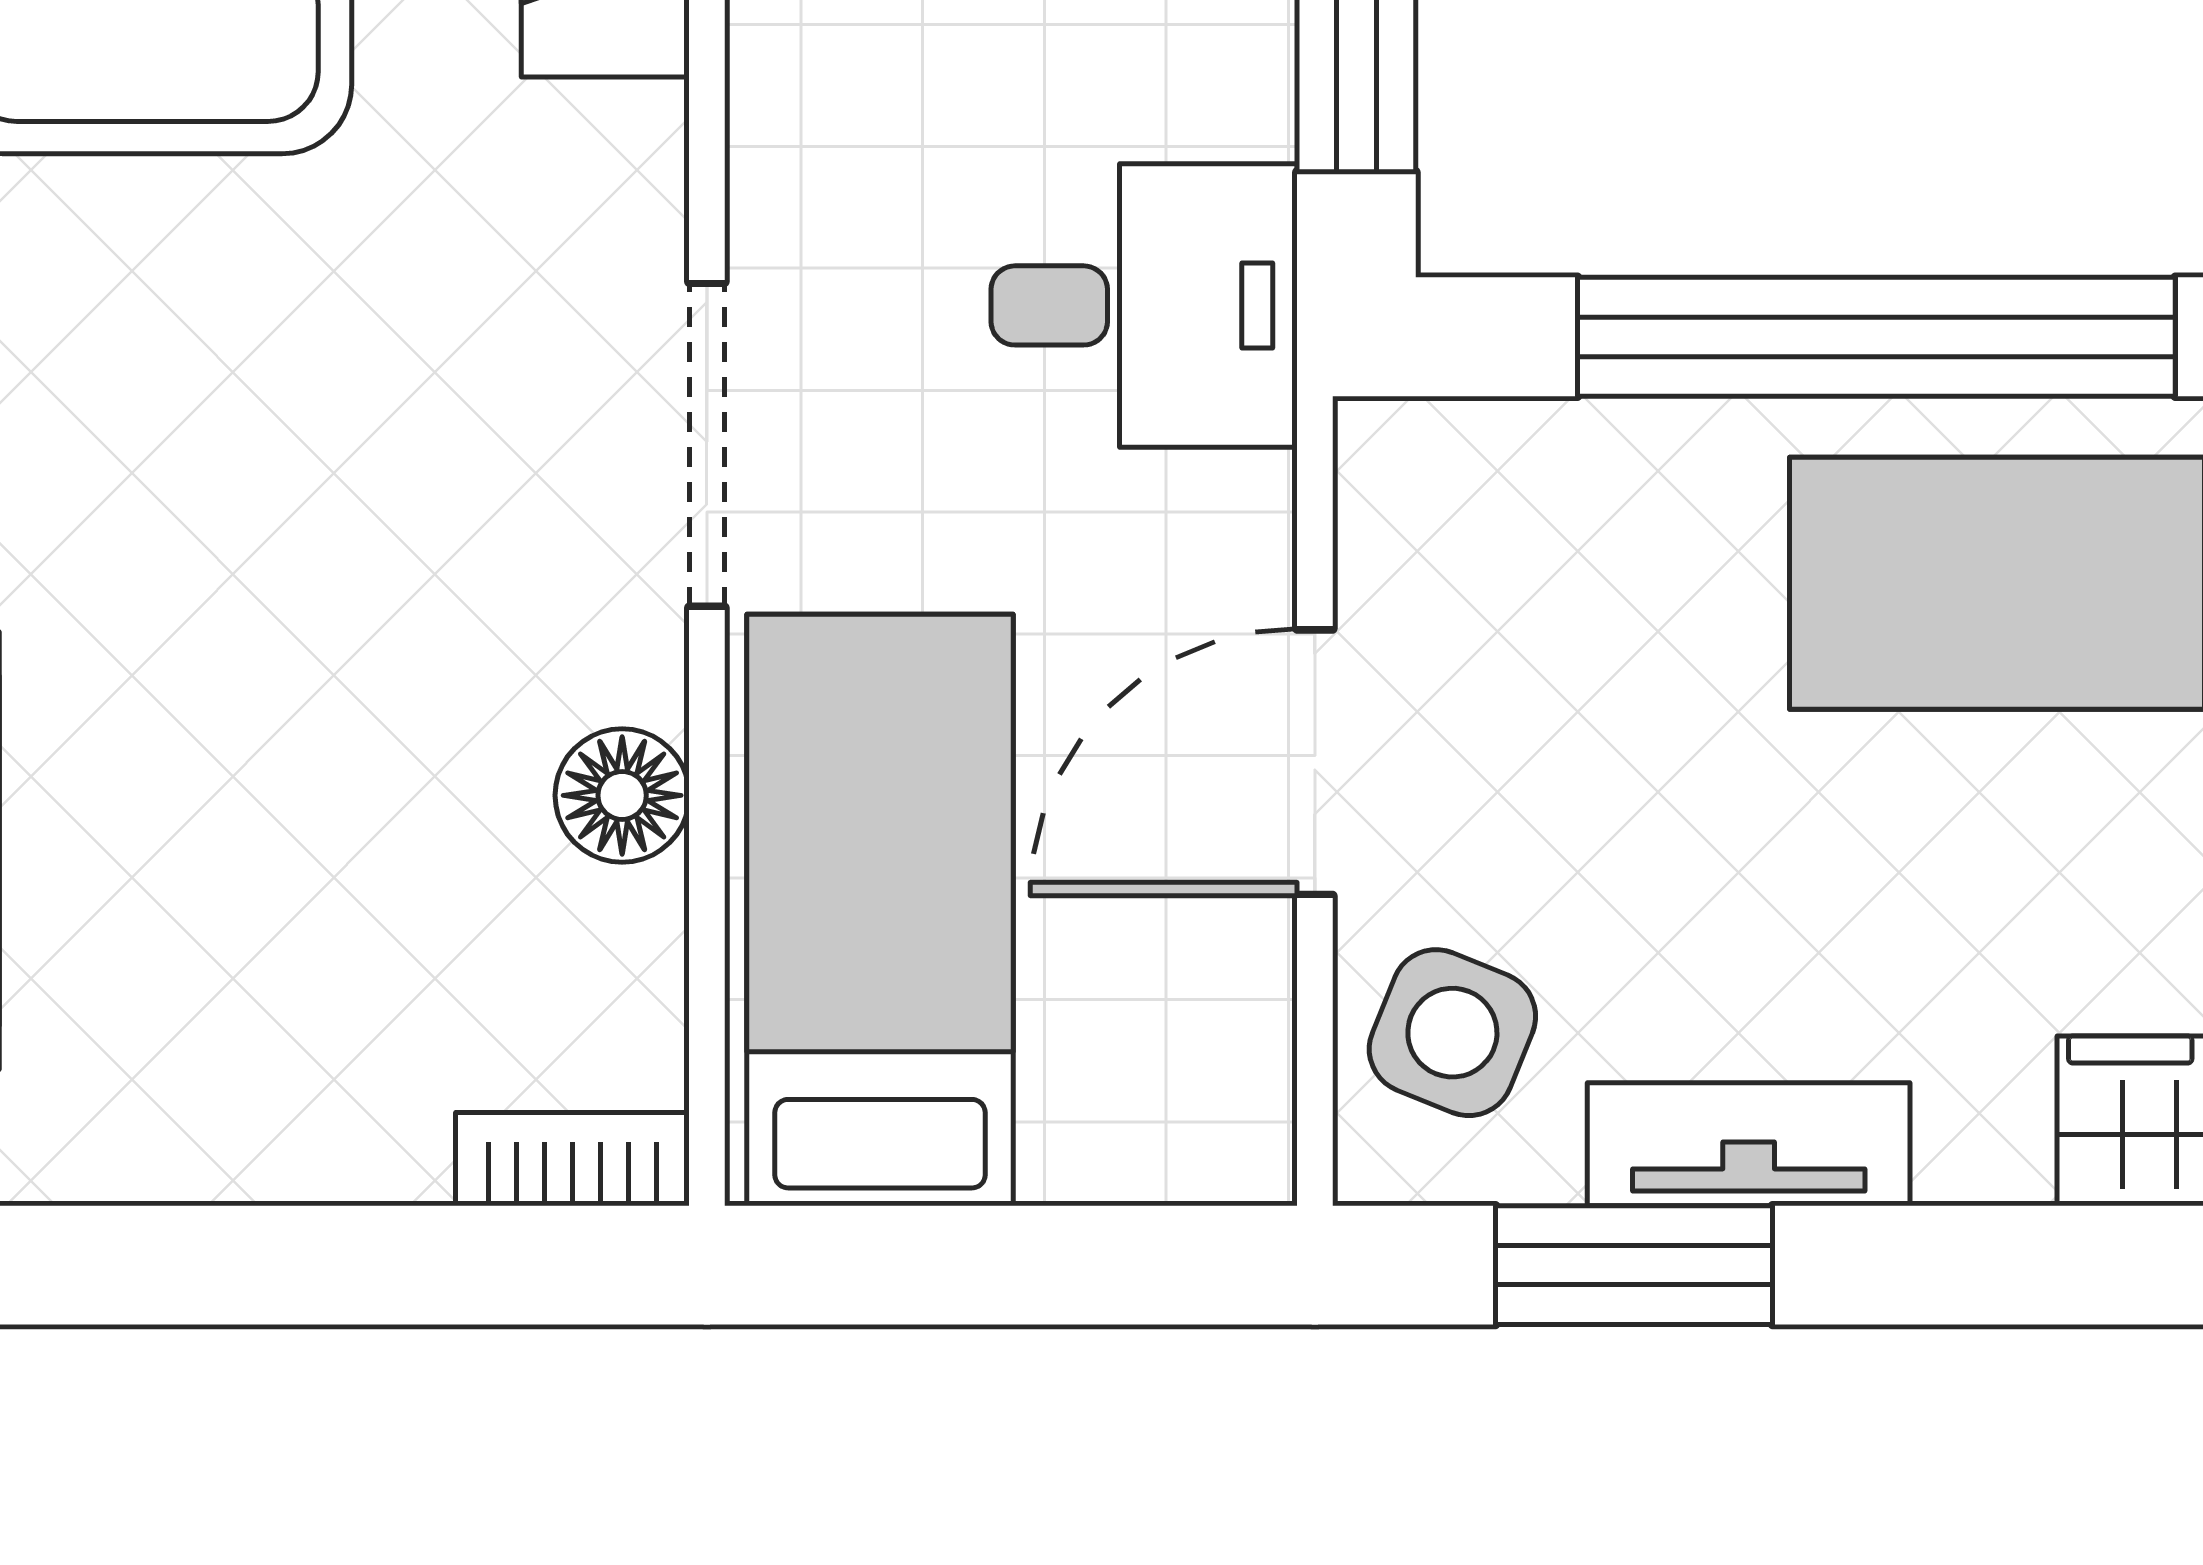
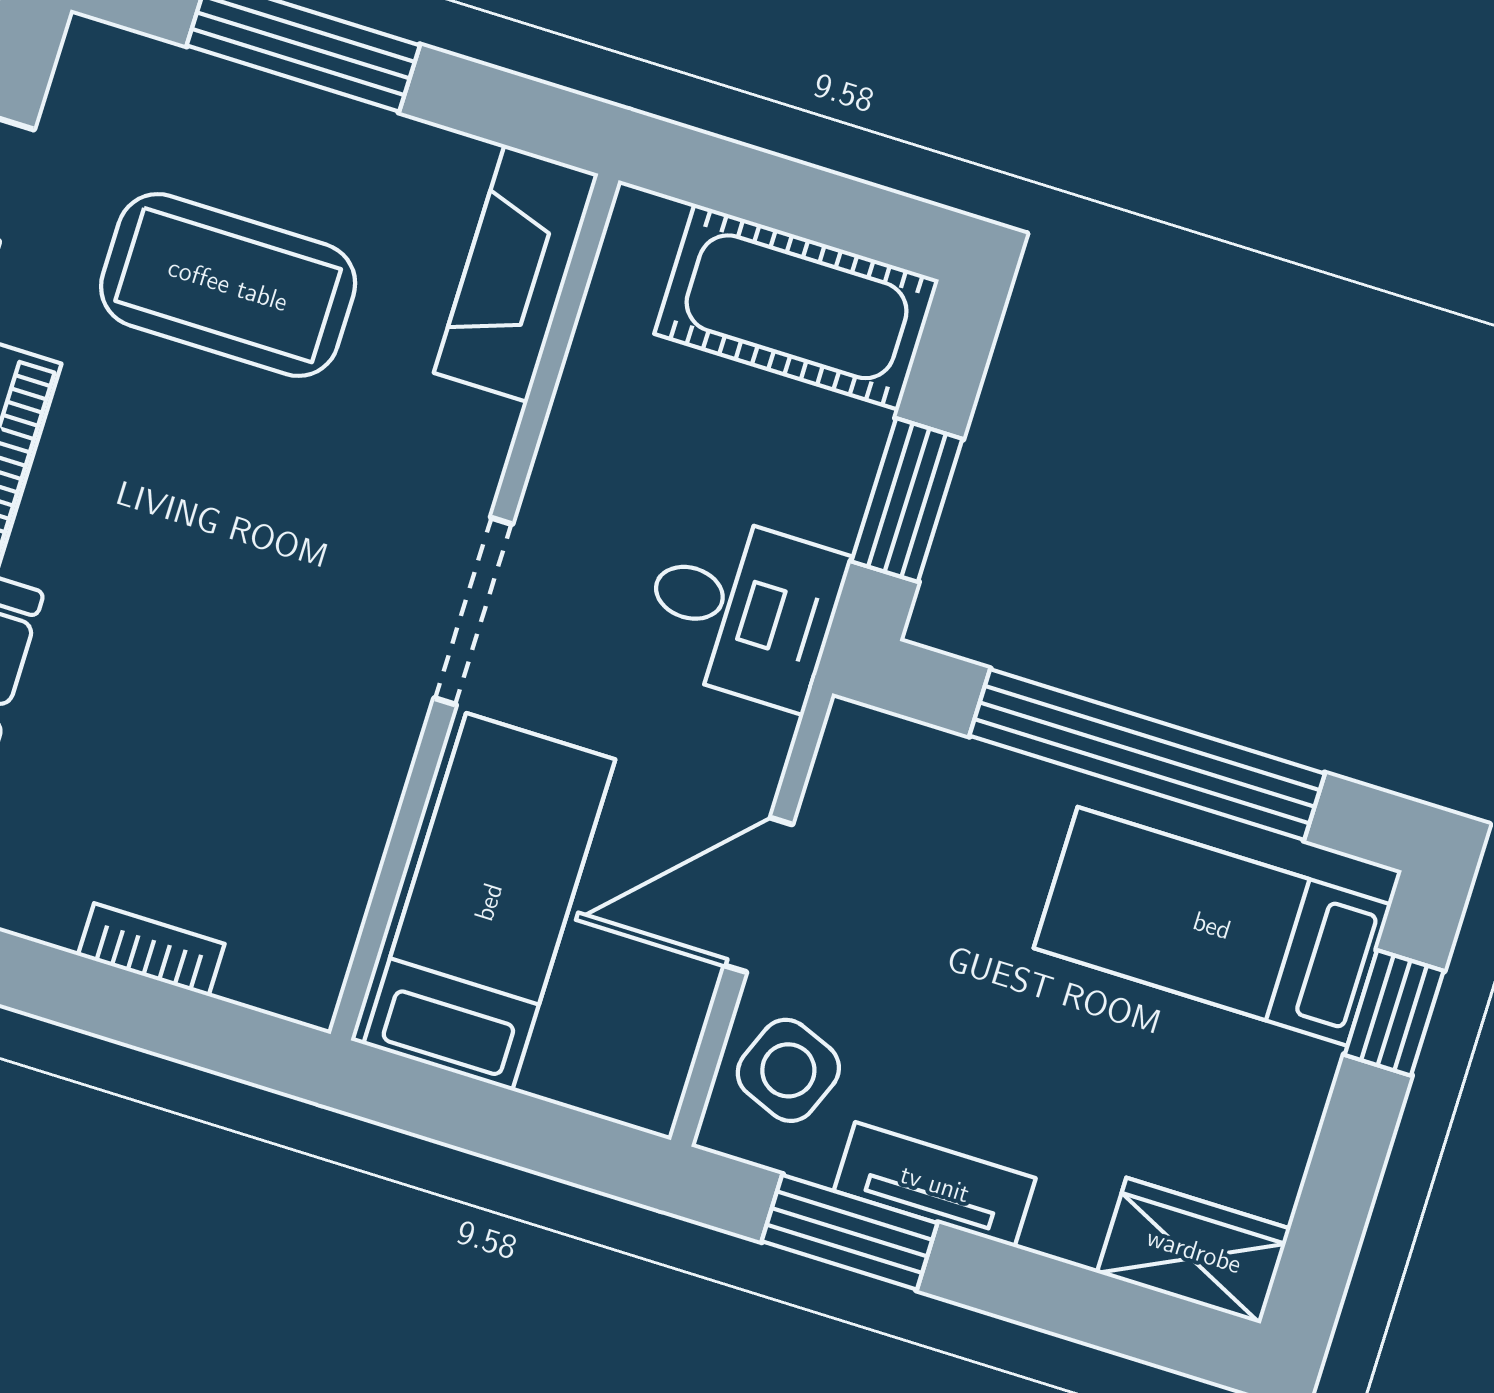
floor lamp: (622, 795) -> (365, 793), removed
bookcase: (572, 1159) -> (151, 950), moved

